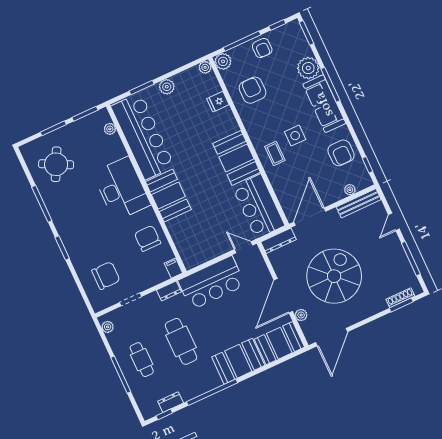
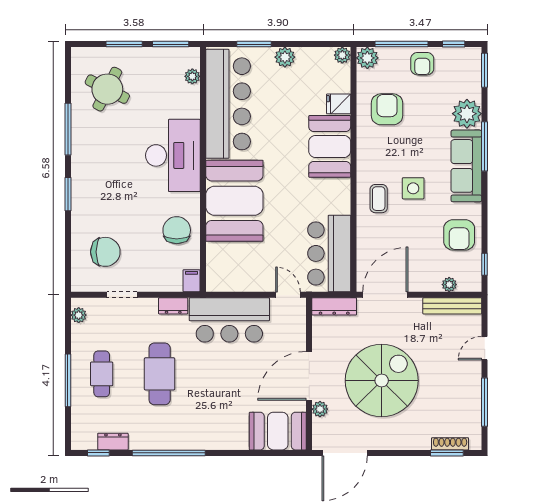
booth: (237, 158) -> (330, 146), moved
booth: (168, 196) -> (234, 201), width x1.36, depth x1.42
booth: (238, 361) -> (218, 430), removed

